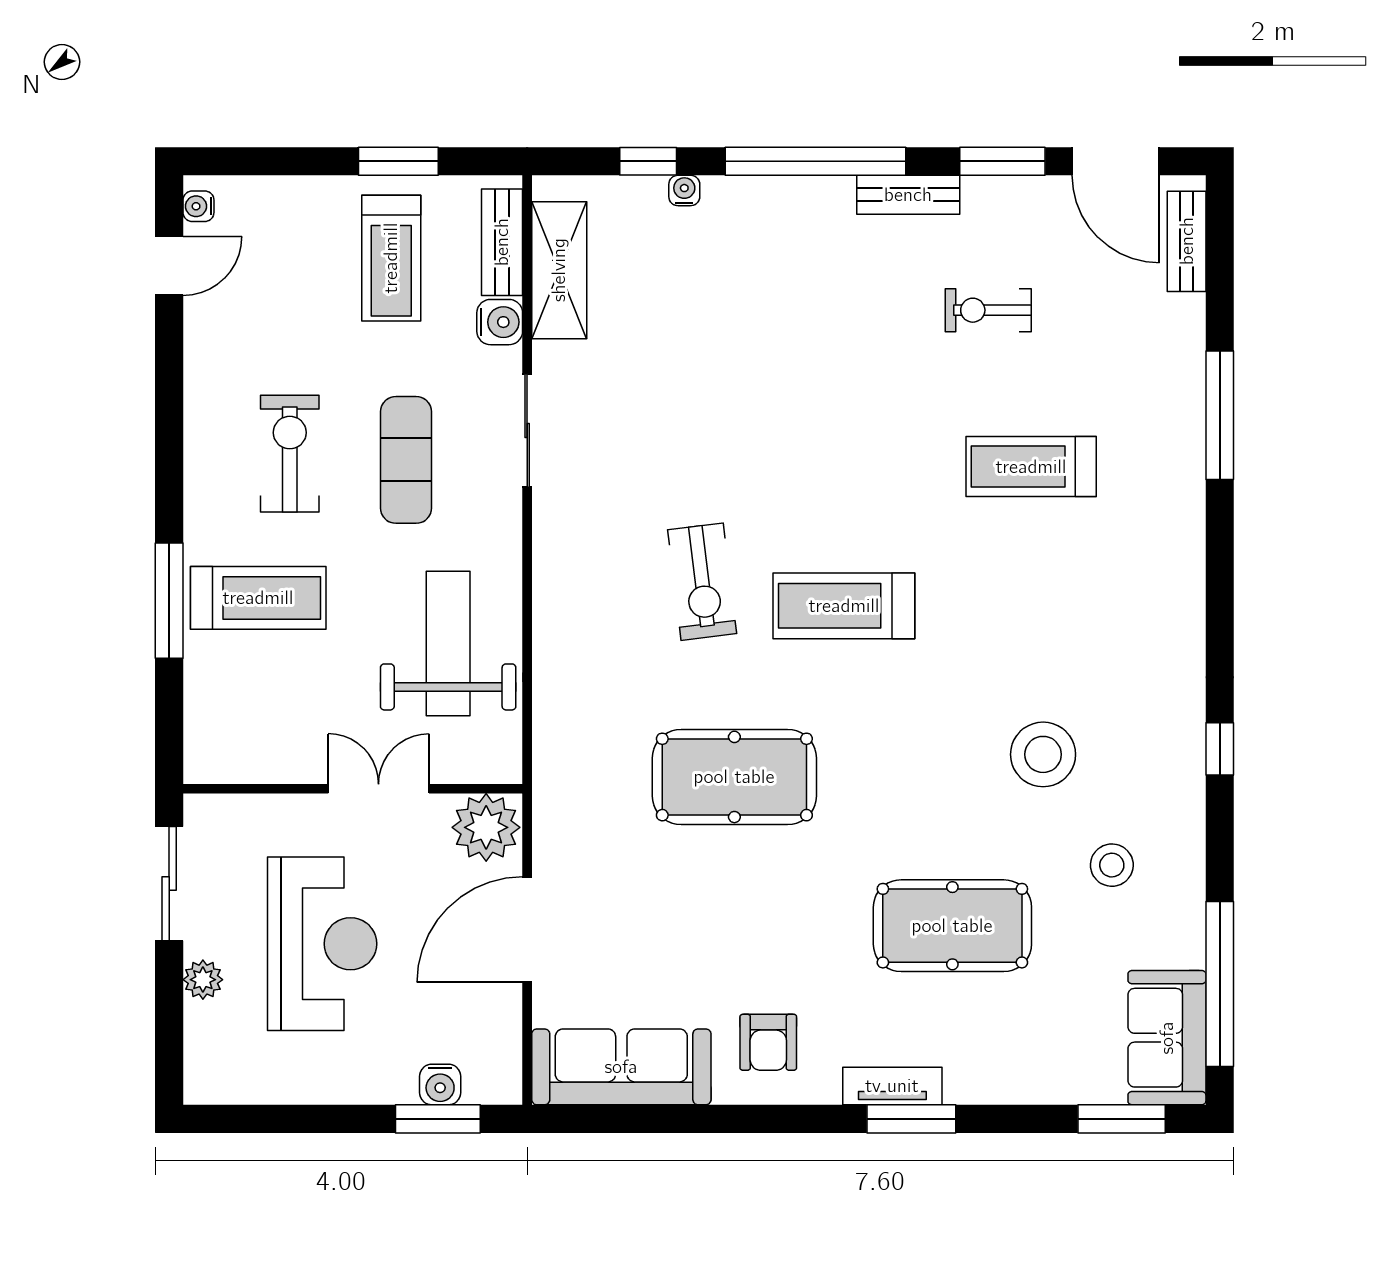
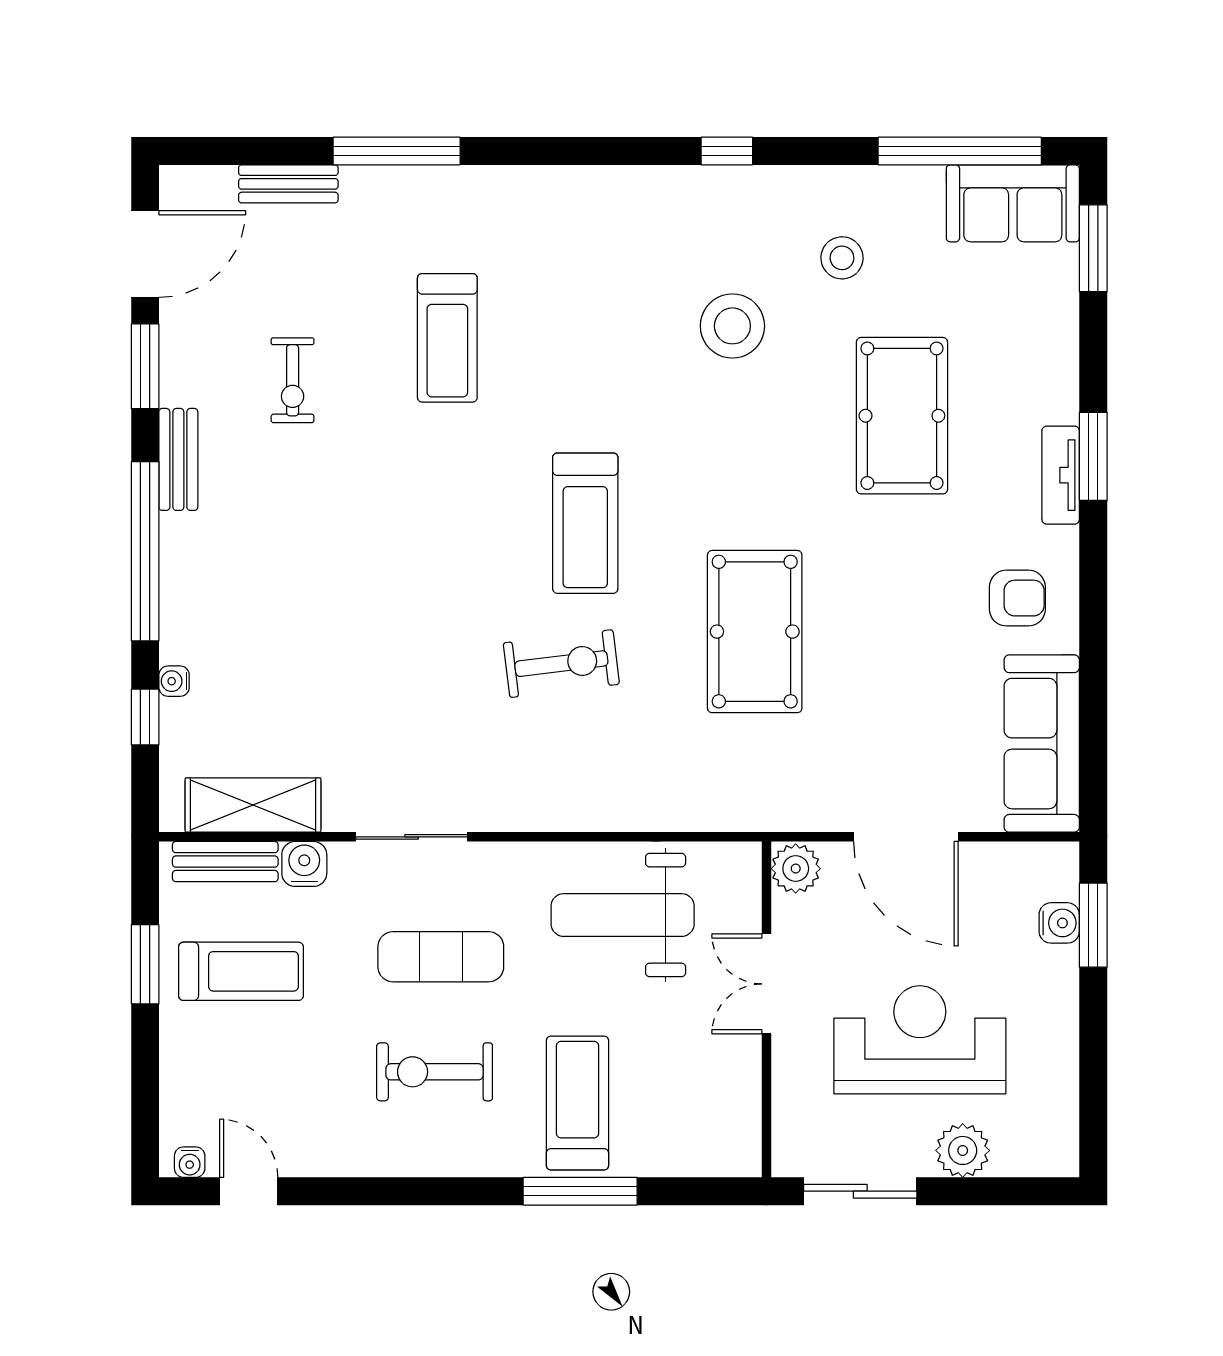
bench: (1187, 241) -> (288, 184), moved
plant: (486, 827) -> (796, 869), width x0.73, depth x0.73
plant: (203, 980) -> (963, 1150), width x1.38, depth x1.38

